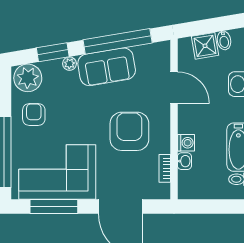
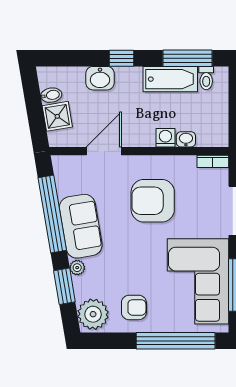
armchair: (34, 115) -> (134, 307), turned 180
bookcase: (165, 168) -> (213, 161), moved

